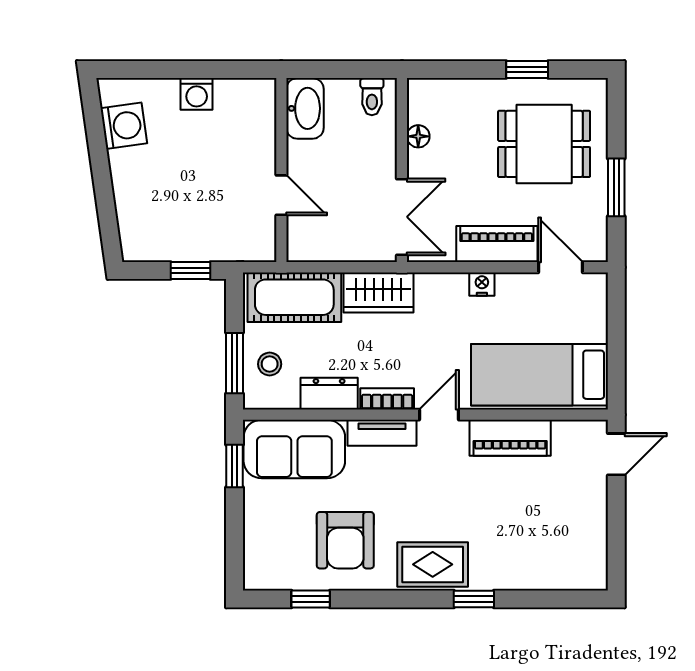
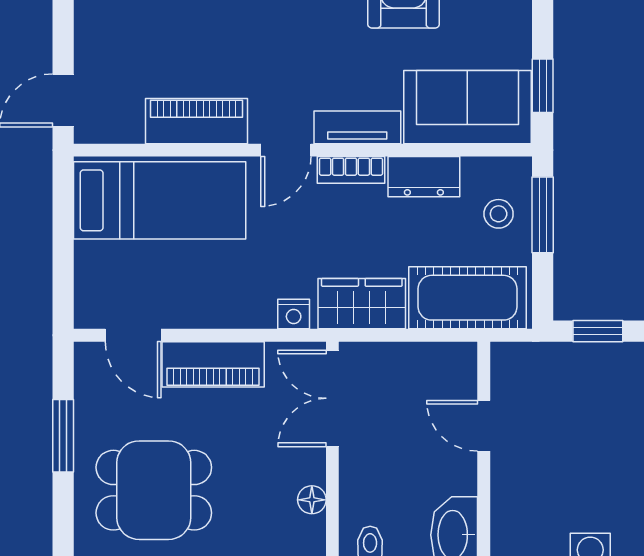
nightstand: (482, 284) -> (294, 314), moved

